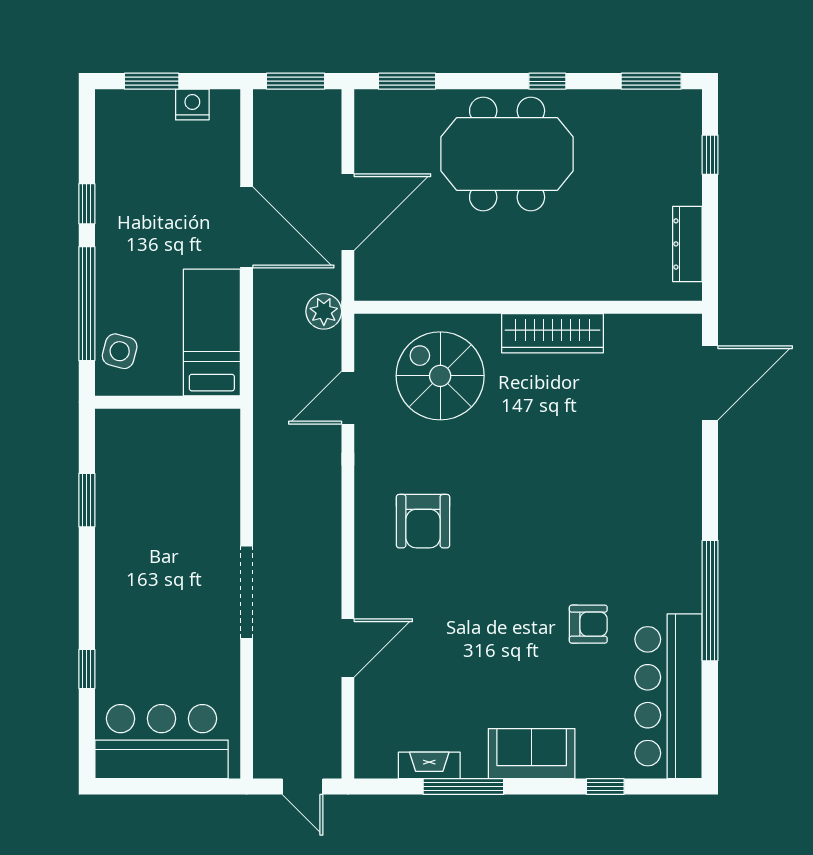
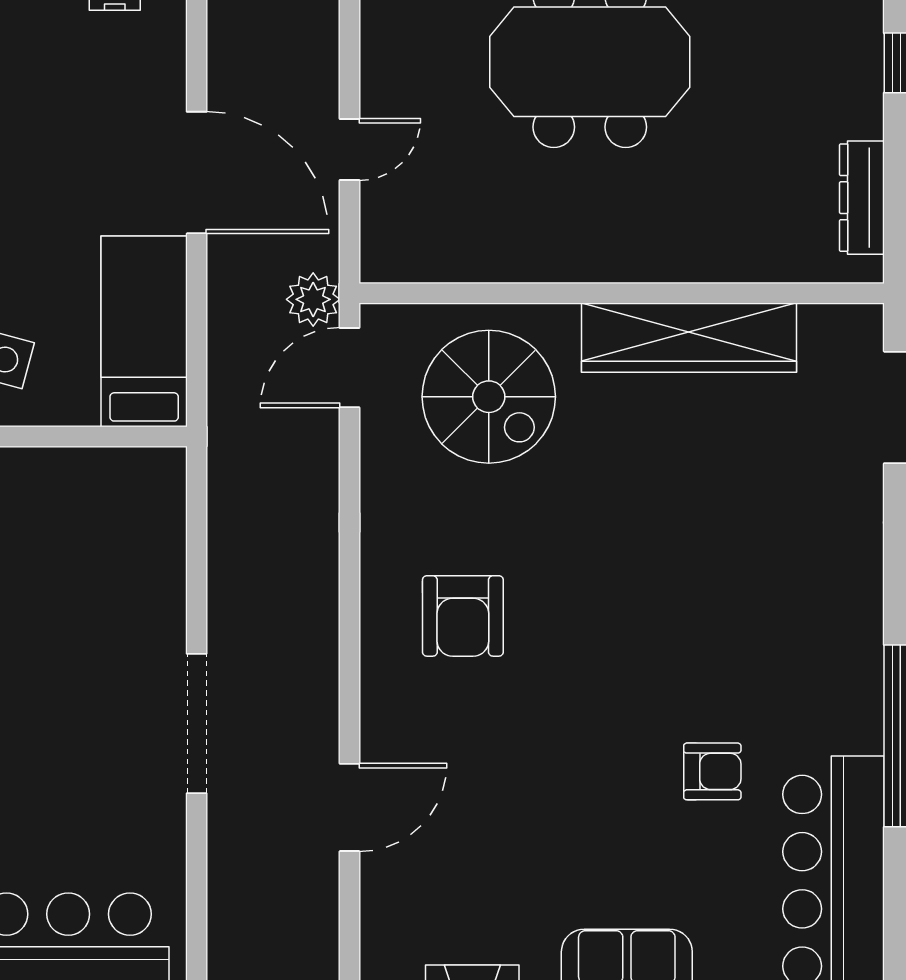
door: (348, 212) -> (349, 149), width x0.53
wardrobe: (553, 333) -> (689, 338), width x1.40, depth x1.17
spiral stairs: (440, 376) -> (489, 397), turned 180
door: (348, 398) -> (349, 368), moved

